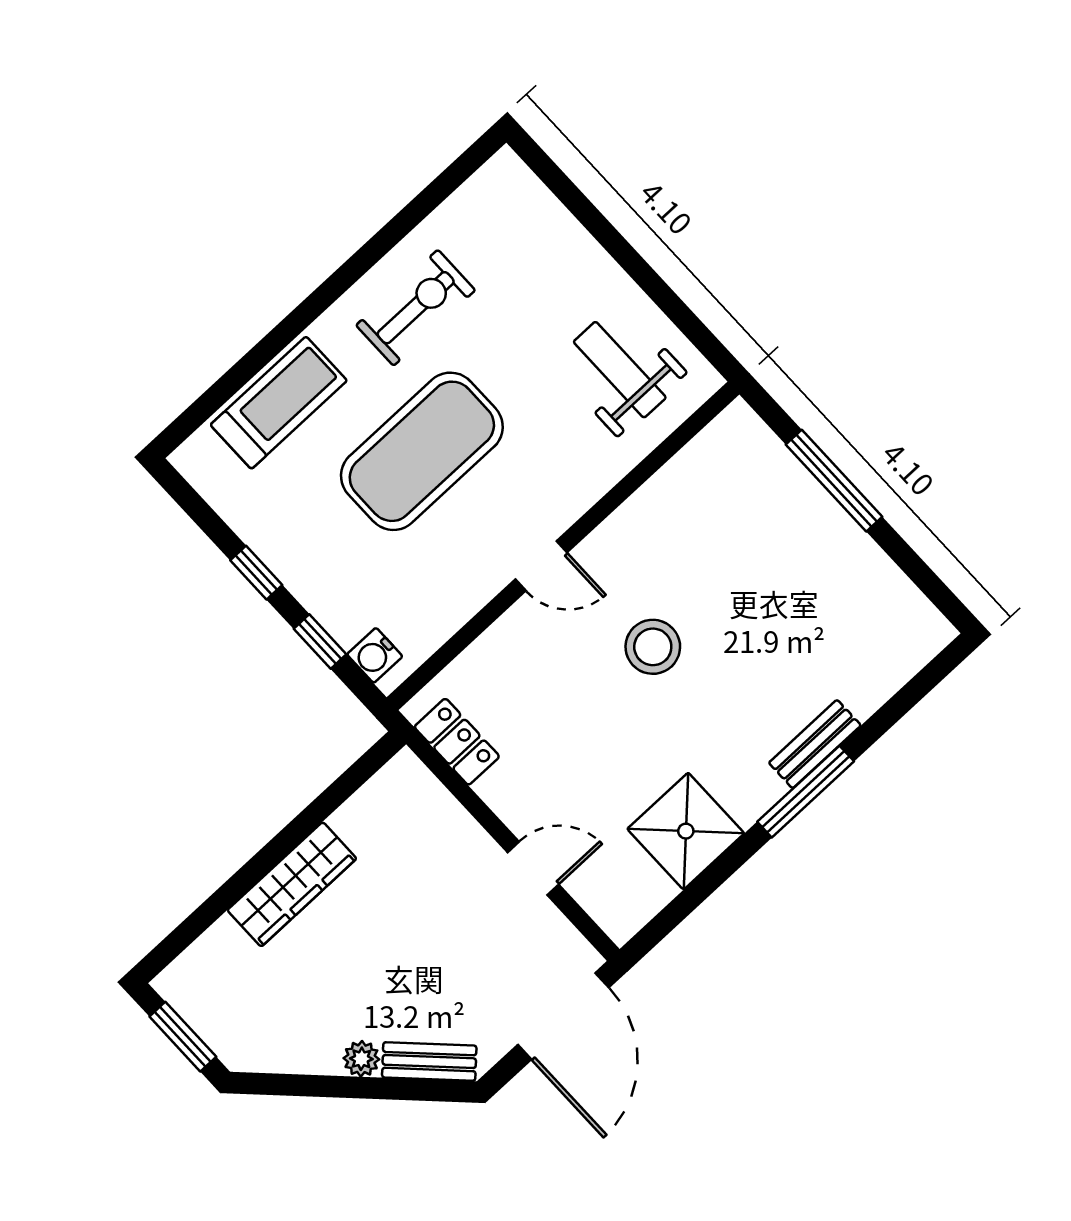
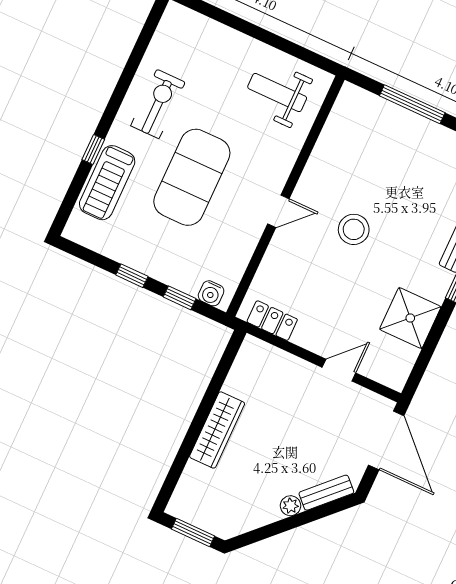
window: (278, 339) -> (93, 150), added
treadmill: (279, 403) -> (107, 183), turned 180

